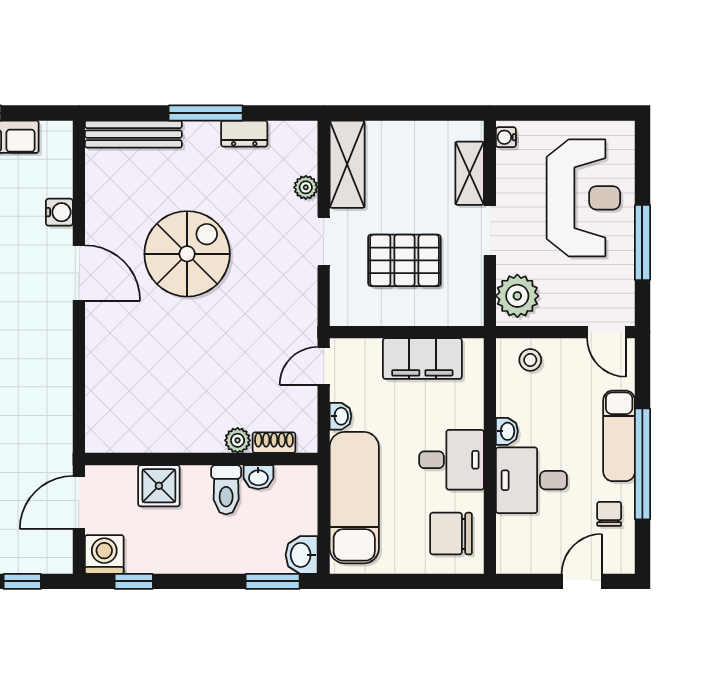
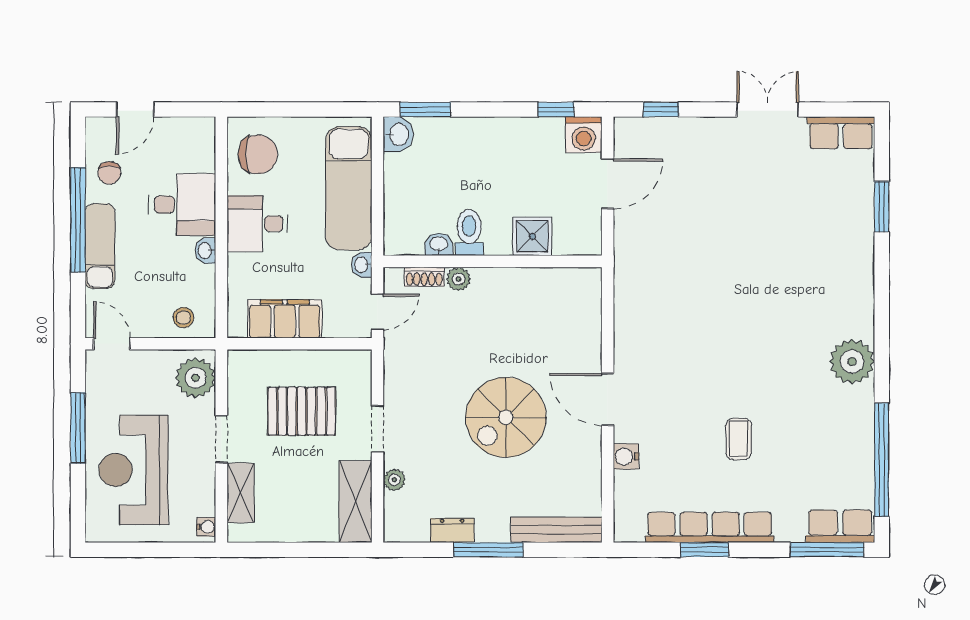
plant: (238, 440) -> (458, 279), moved
shoe rack: (274, 443) -> (424, 277), moved
wall: (201, 459) -> (493, 261), moved
washbasin: (258, 477) -> (439, 244), moved
shower: (159, 486) -> (532, 236), moved
toilet: (226, 490) -> (469, 233), moved

